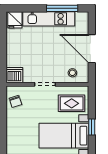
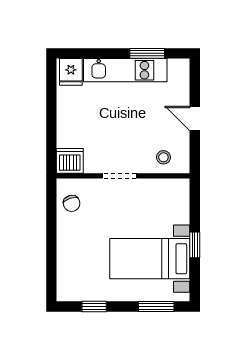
window: (62, 8) -> (147, 53), width x0.69
door: (92, 49) -> (195, 118), width x0.53
rug: (72, 103) -> (162, 207), removed

